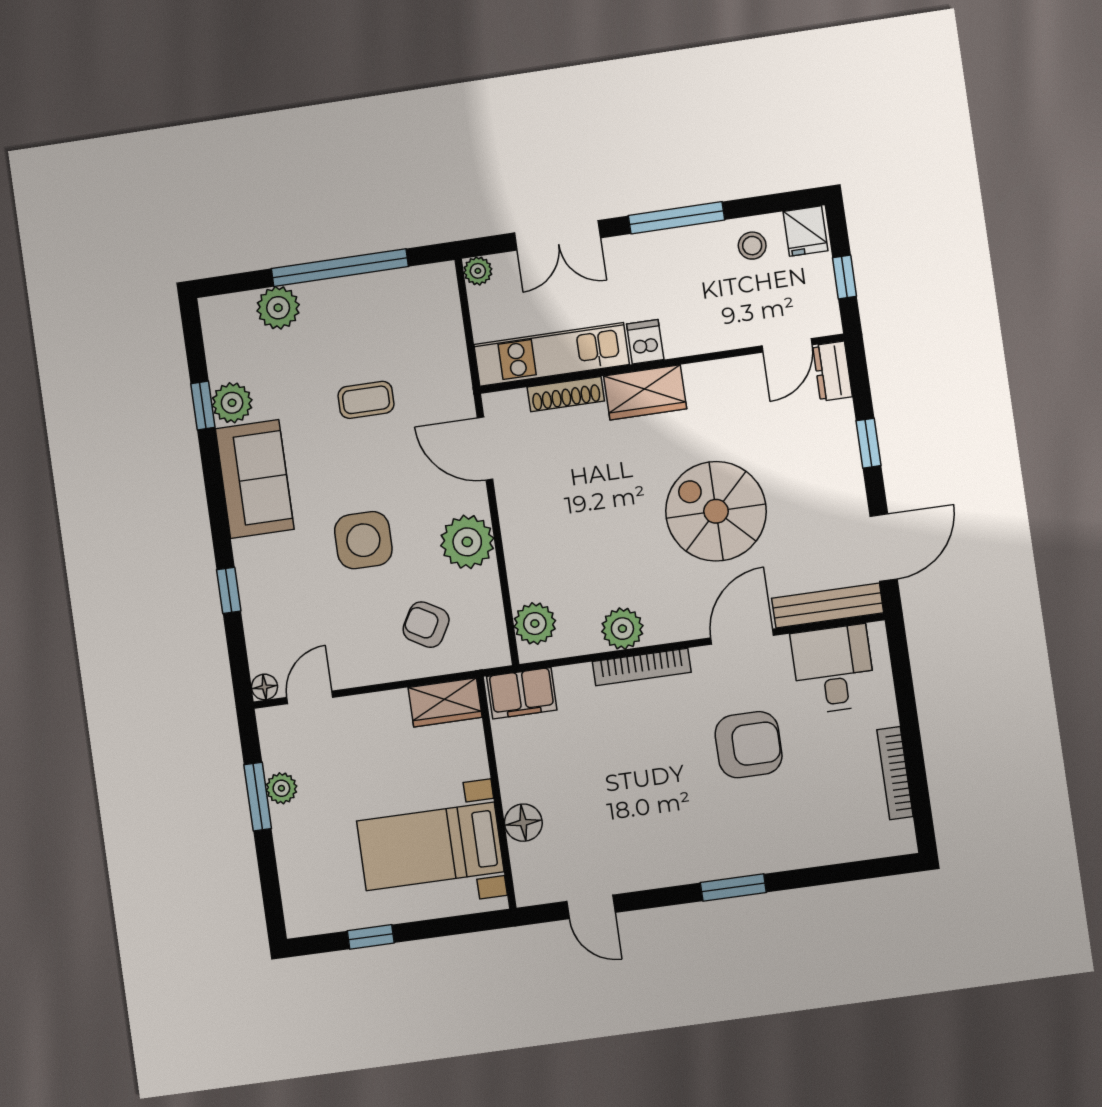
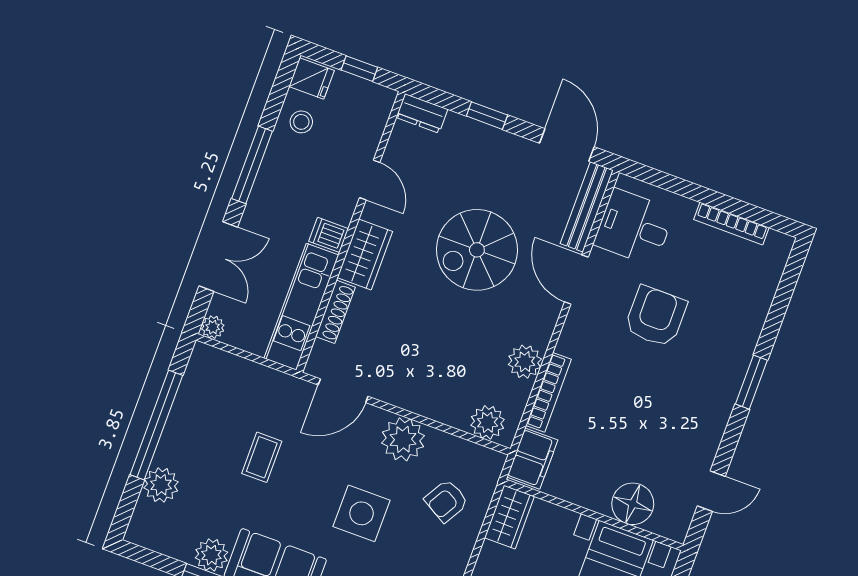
door: (787, 345) -> (370, 180), moved
bookcase: (642, 667) -> (549, 392), moved
floor lamp: (523, 823) -> (633, 504), width x1.38, depth x1.38

